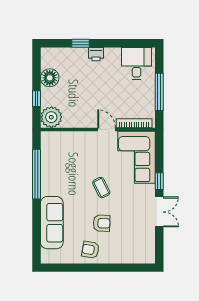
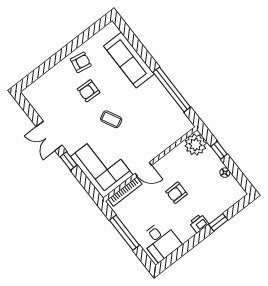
floor lamp: (50, 78) -> (225, 173), width x0.53, depth x0.53
armchair: (95, 91) -> (176, 193), added

